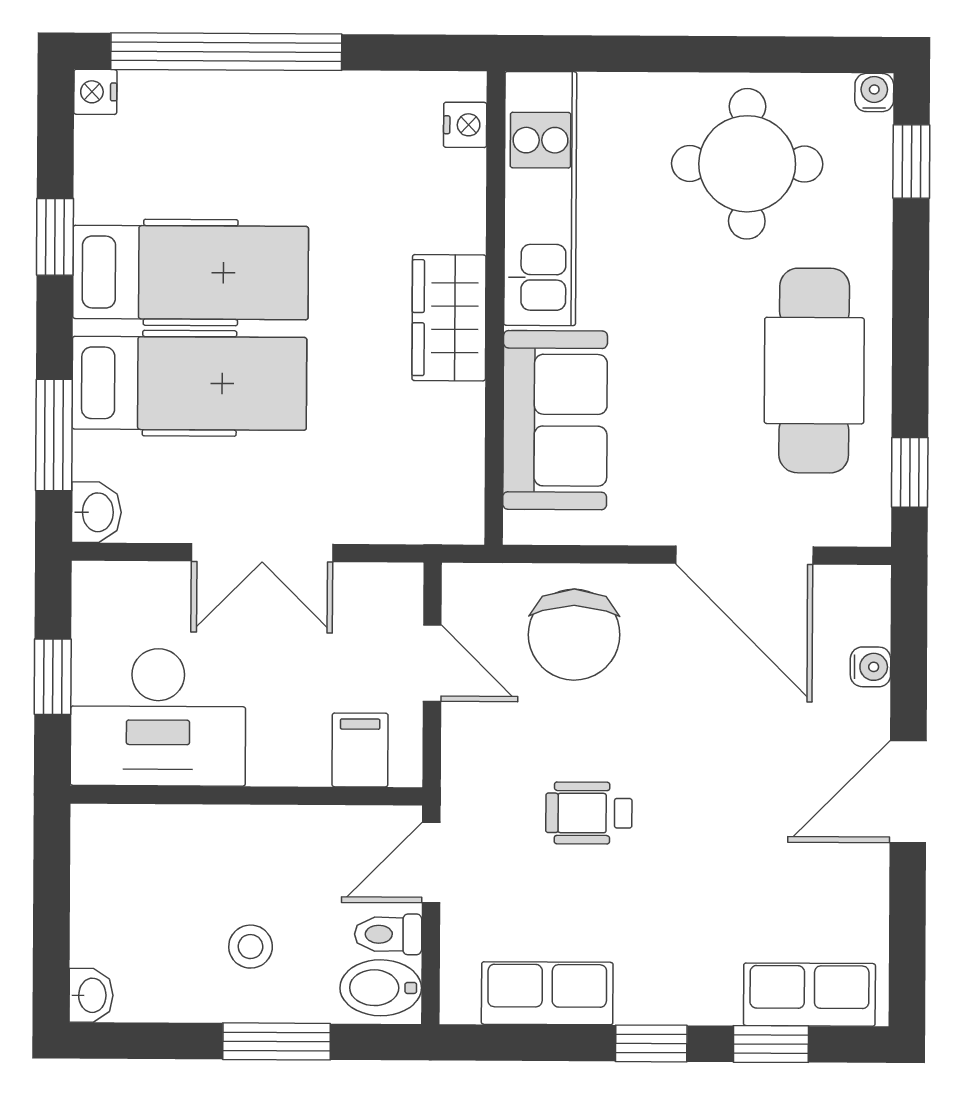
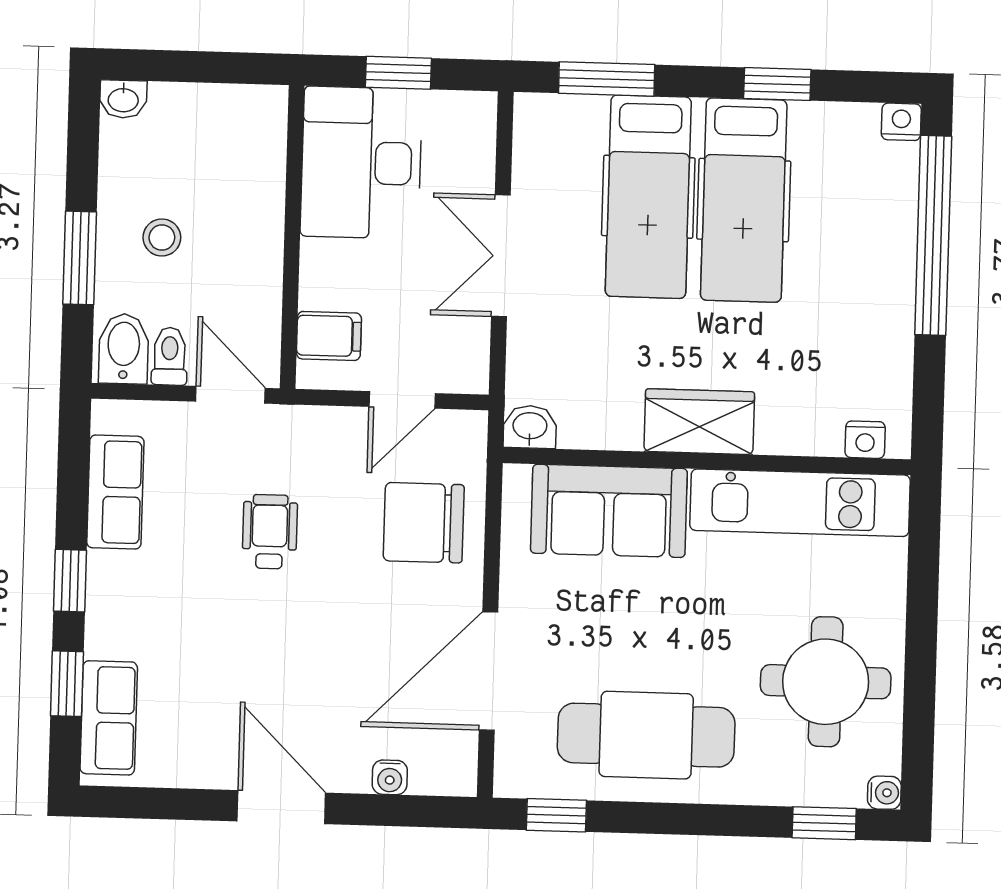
washbasin: (96, 512) -> (530, 427), moved, turned 180

